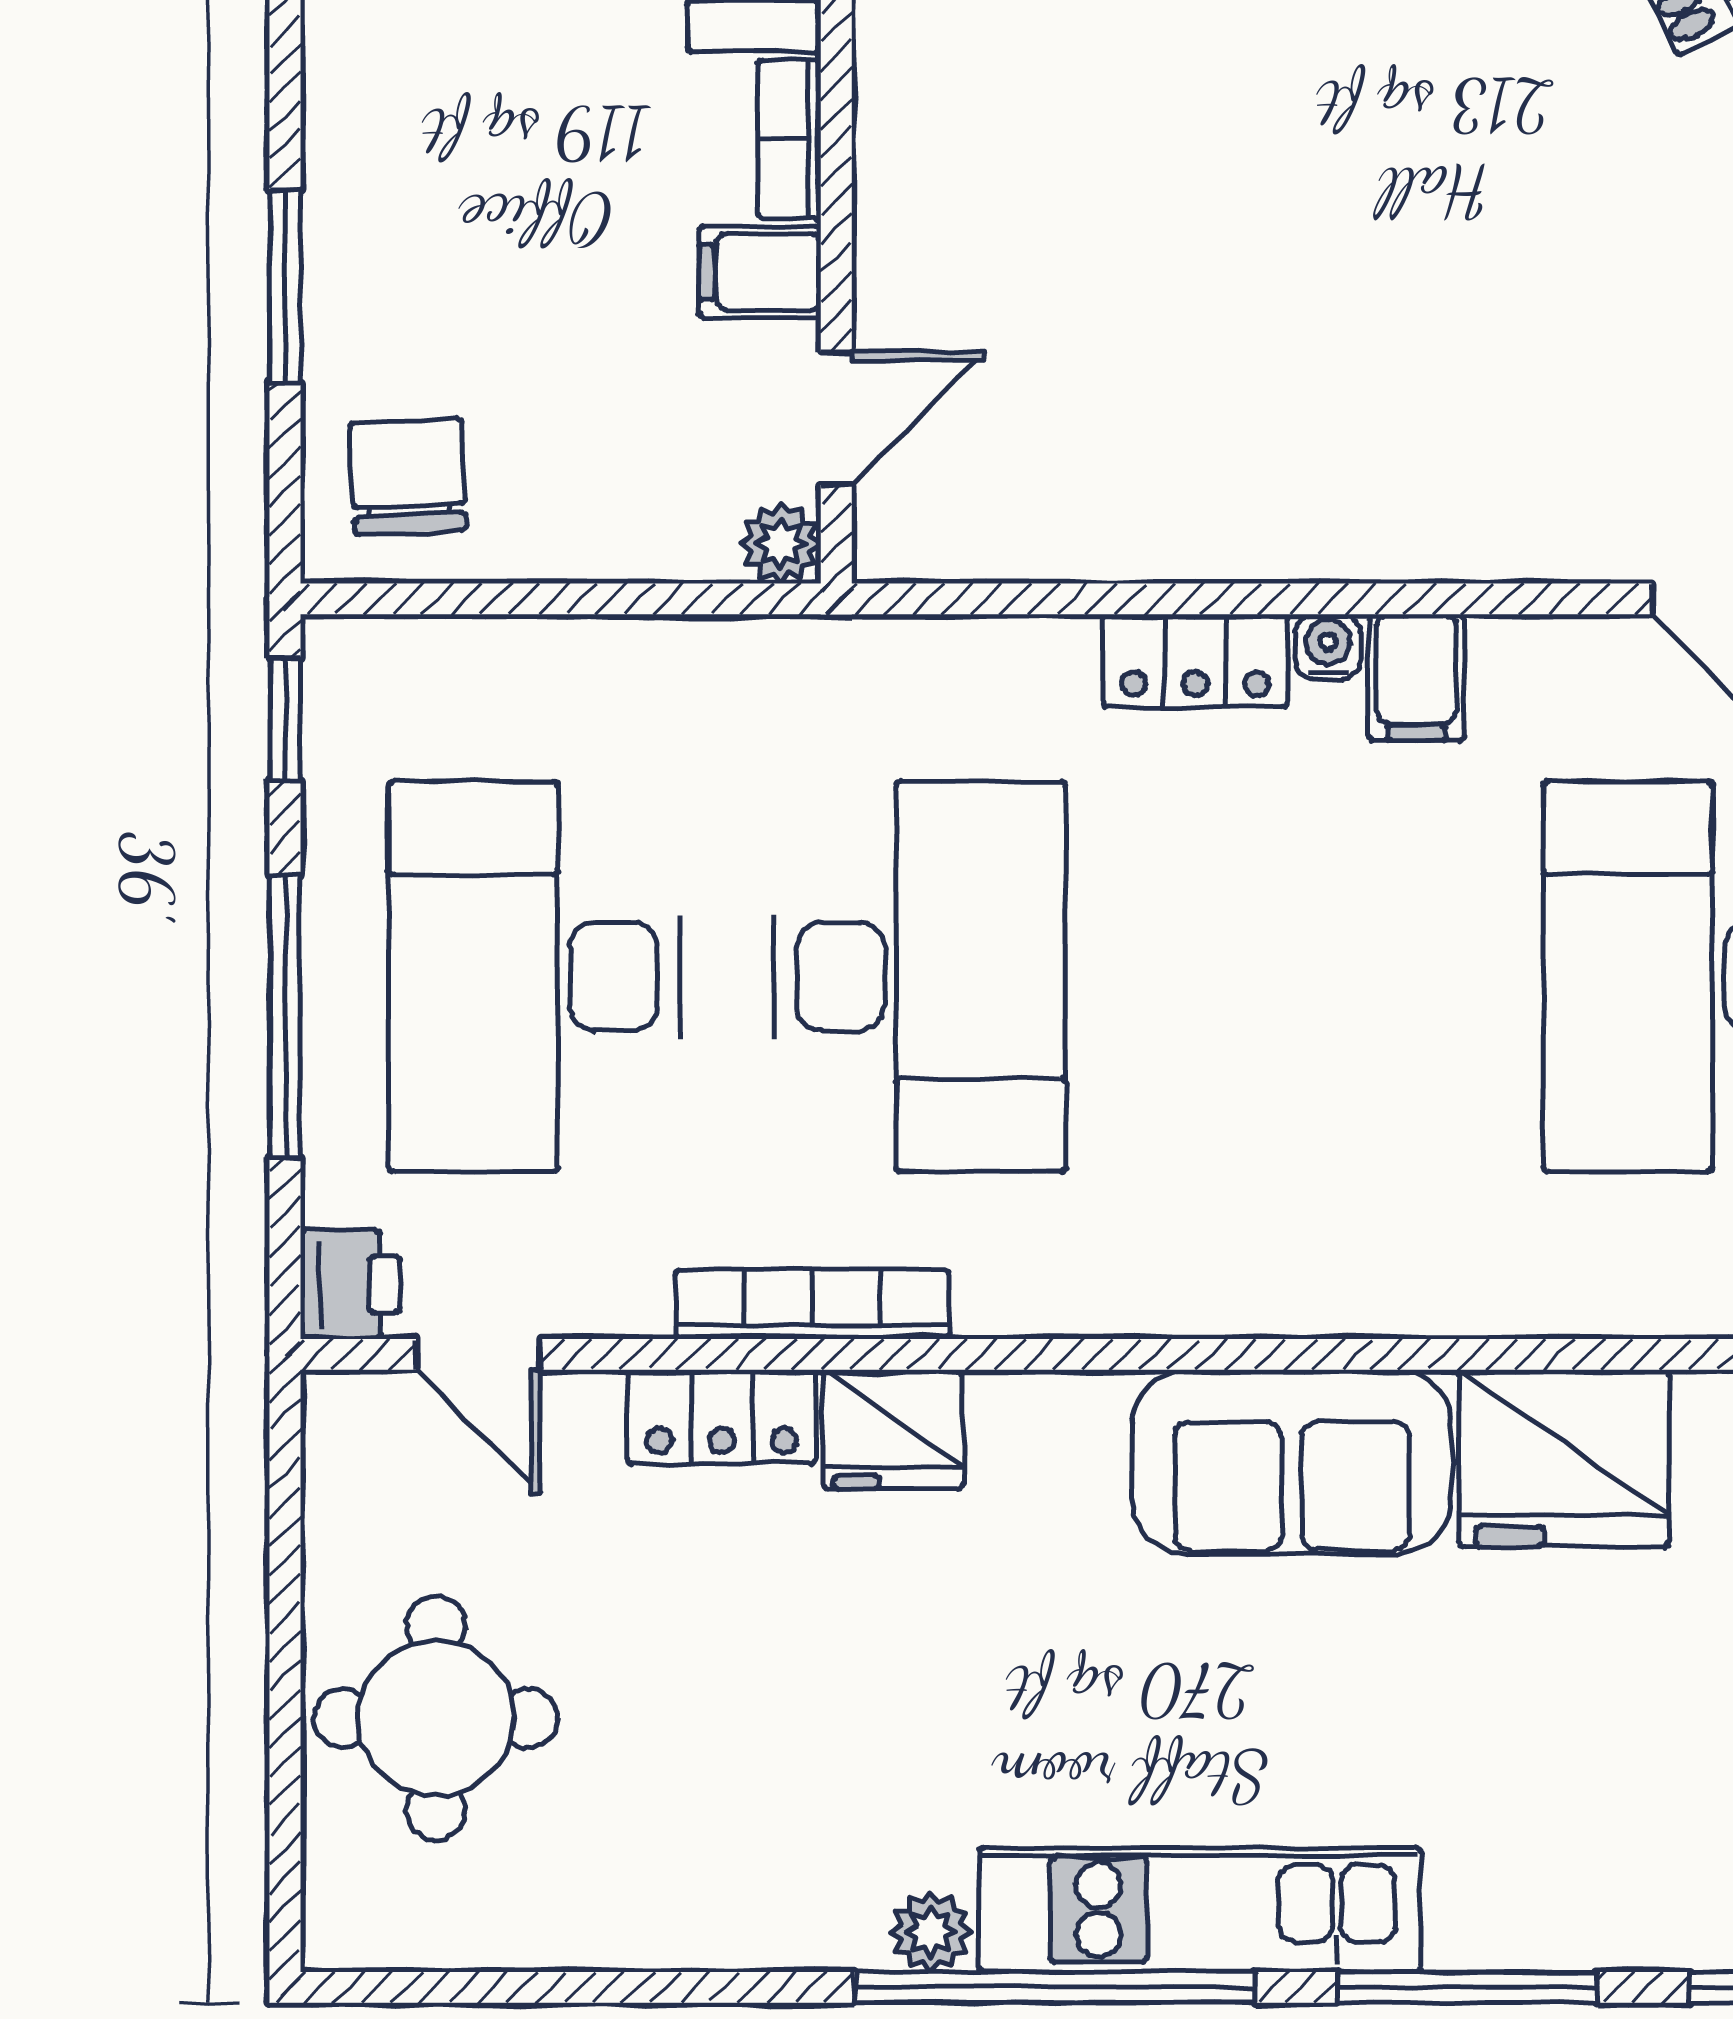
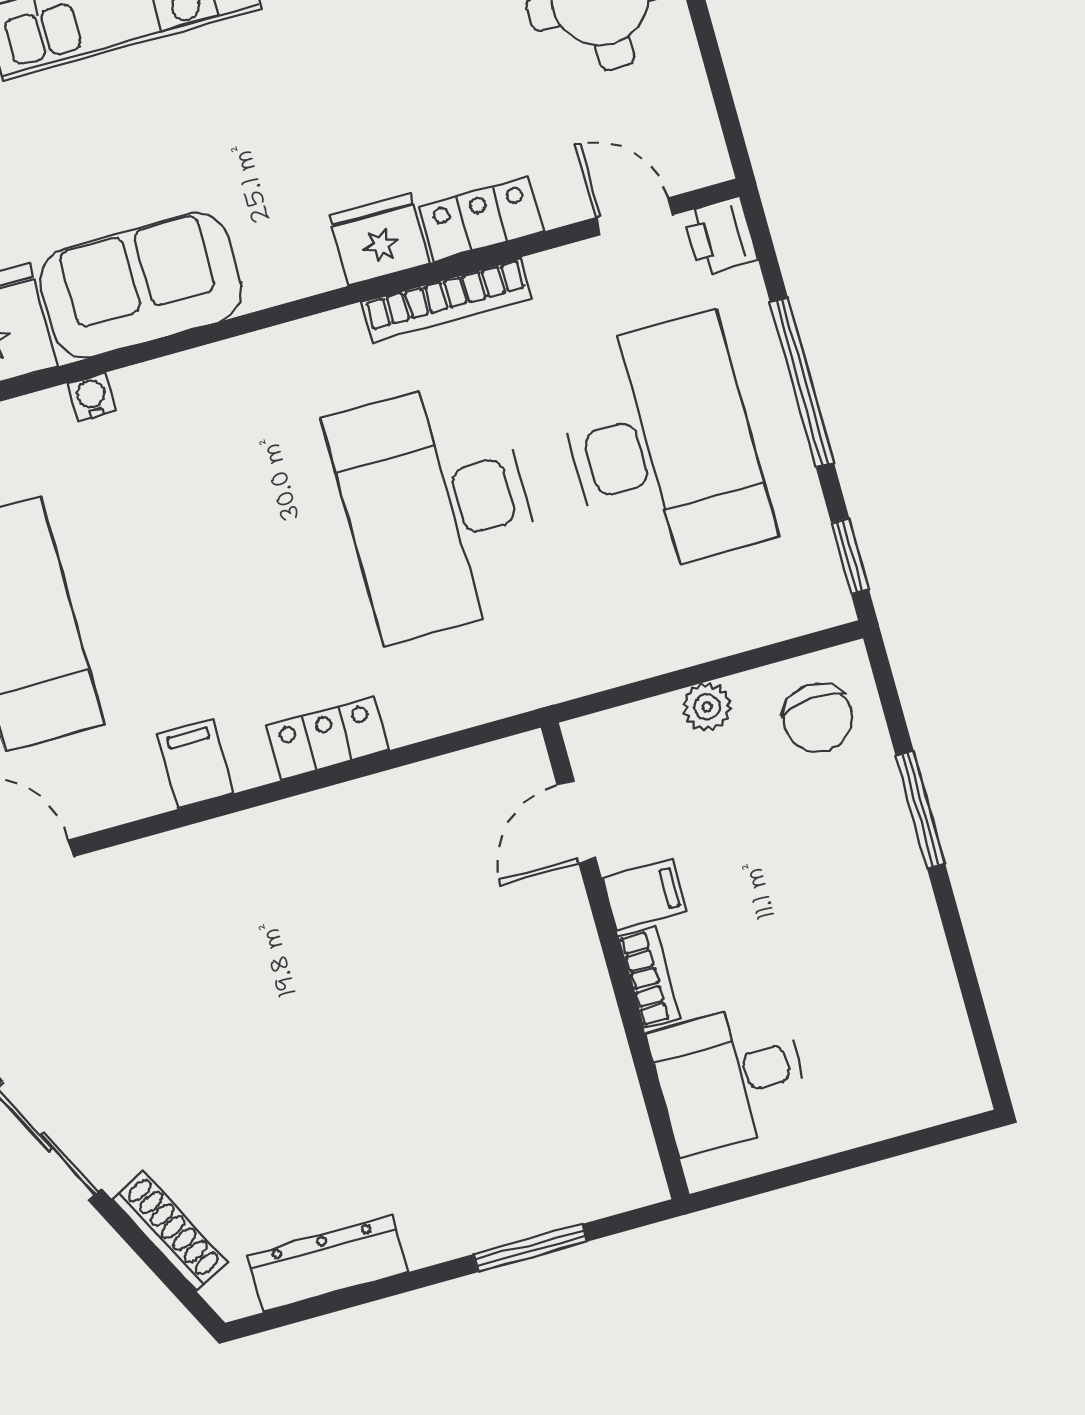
plant: (781, 543) -> (707, 707), moved
water cooler: (1328, 647) -> (92, 397), moved, turned 180

